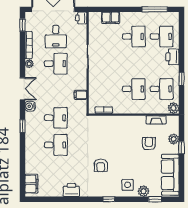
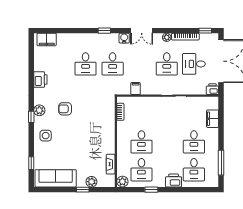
armchair: (149, 144) -> (87, 157), removed
plant: (144, 191) -> (39, 110), moved

